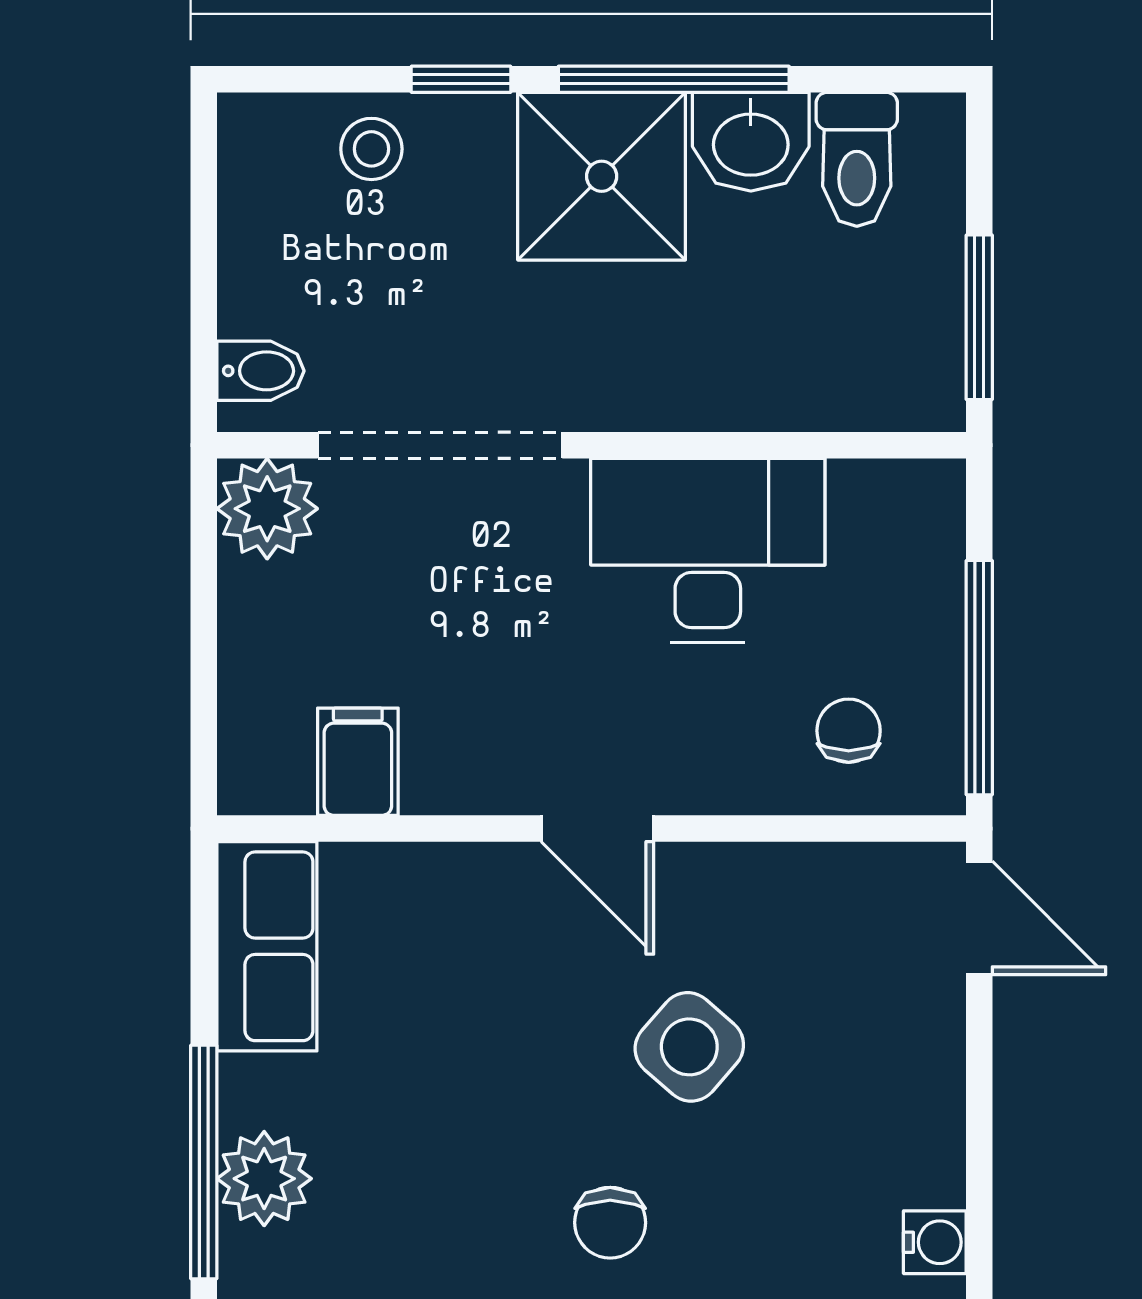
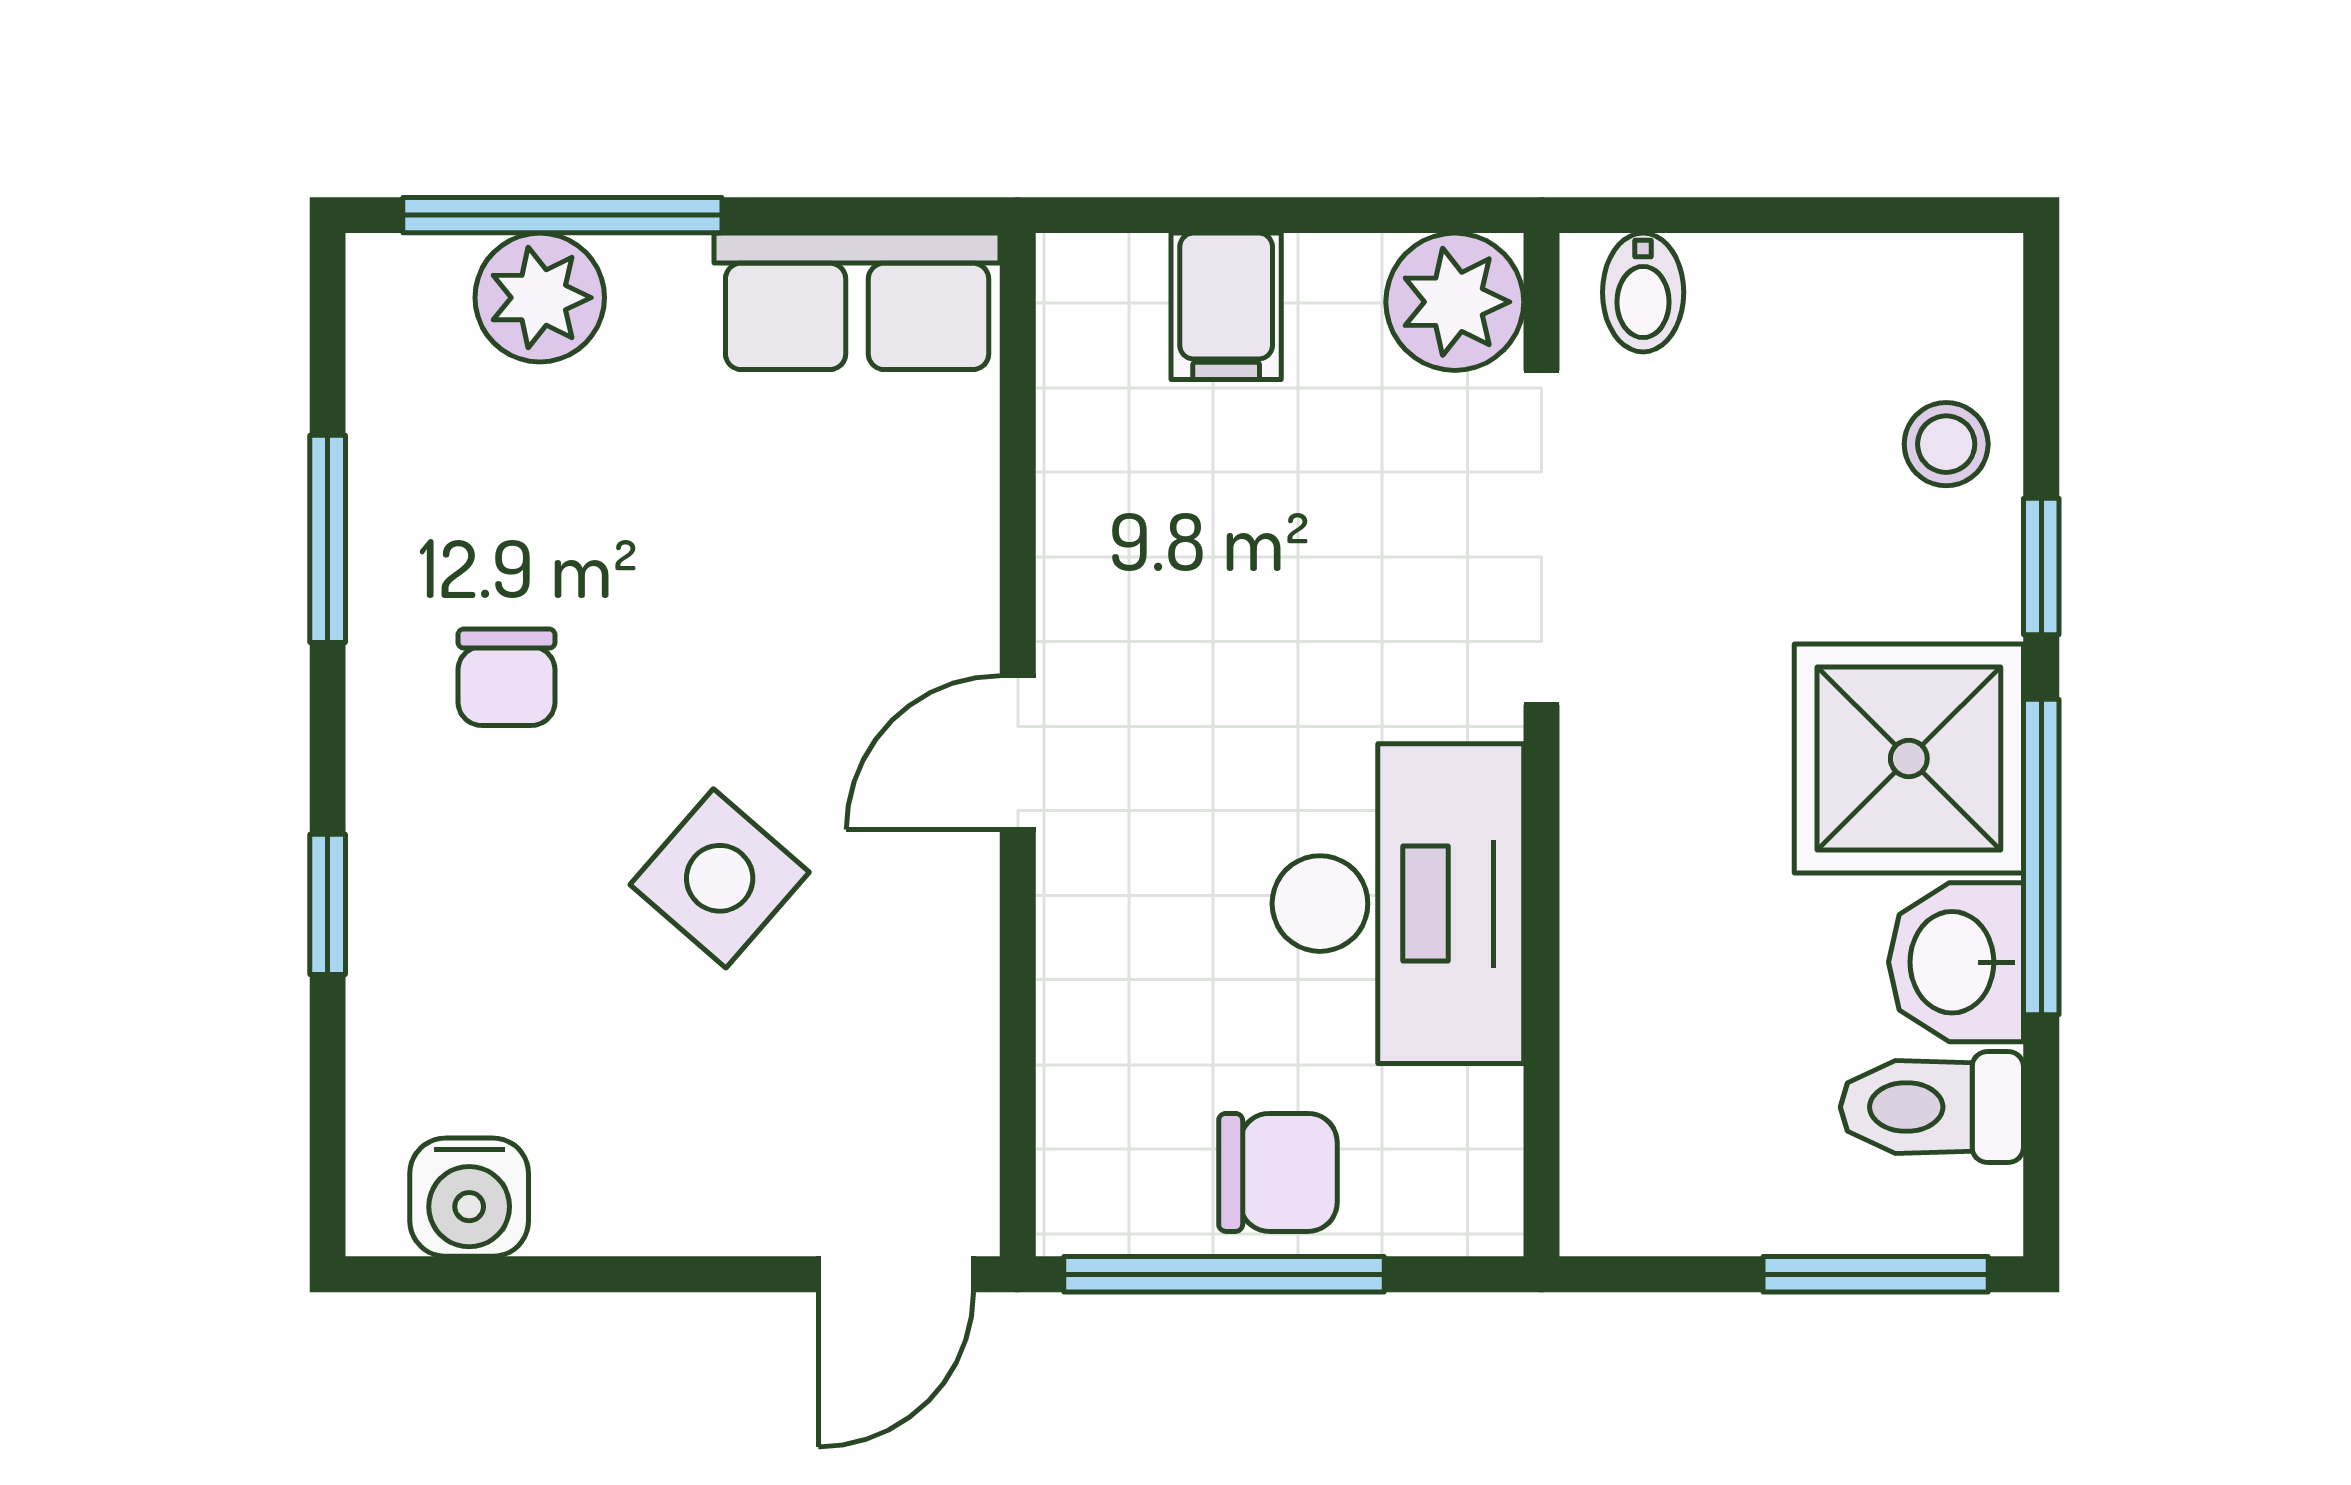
window: (979, 317) -> (1876, 1274), moved
chair: (849, 731) -> (1278, 1172), moved, width x1.37, depth x1.37
filing cabinet: (358, 762) -> (1226, 306), moved, turned 90
chair: (610, 1223) -> (506, 677), moved, turned -90
water cooler: (935, 1242) -> (469, 1197), width x1.38, depth x1.38

